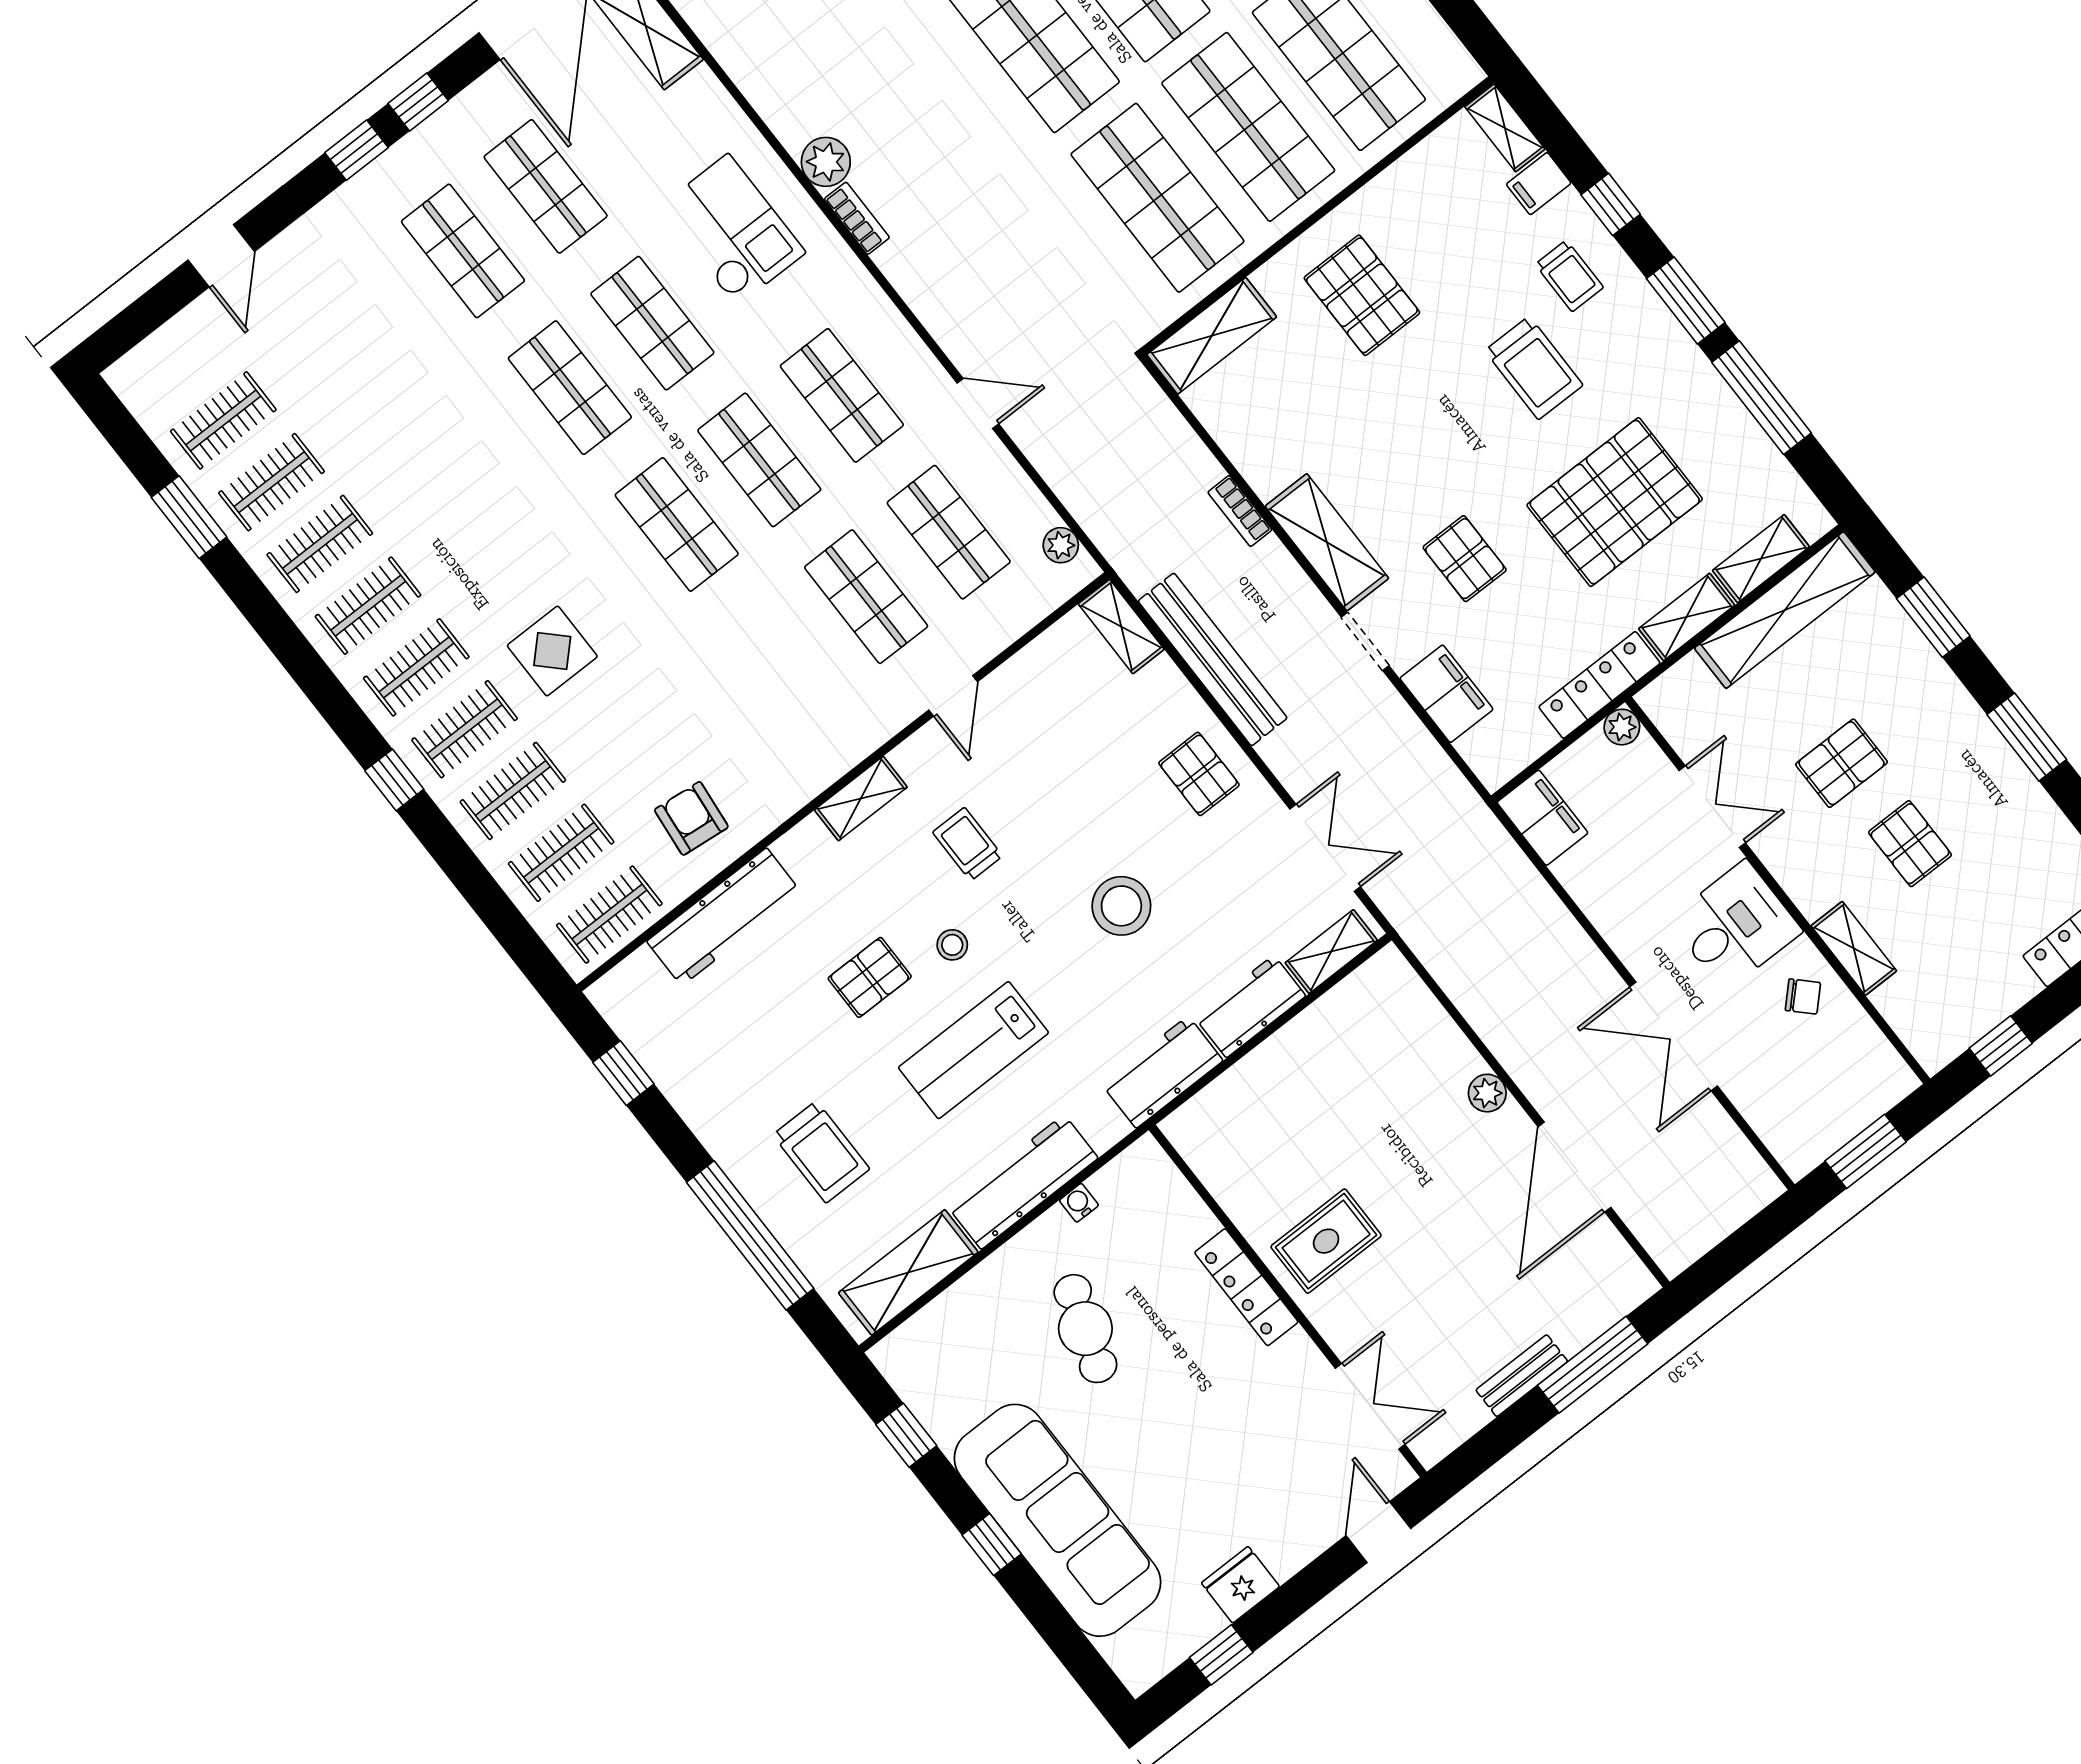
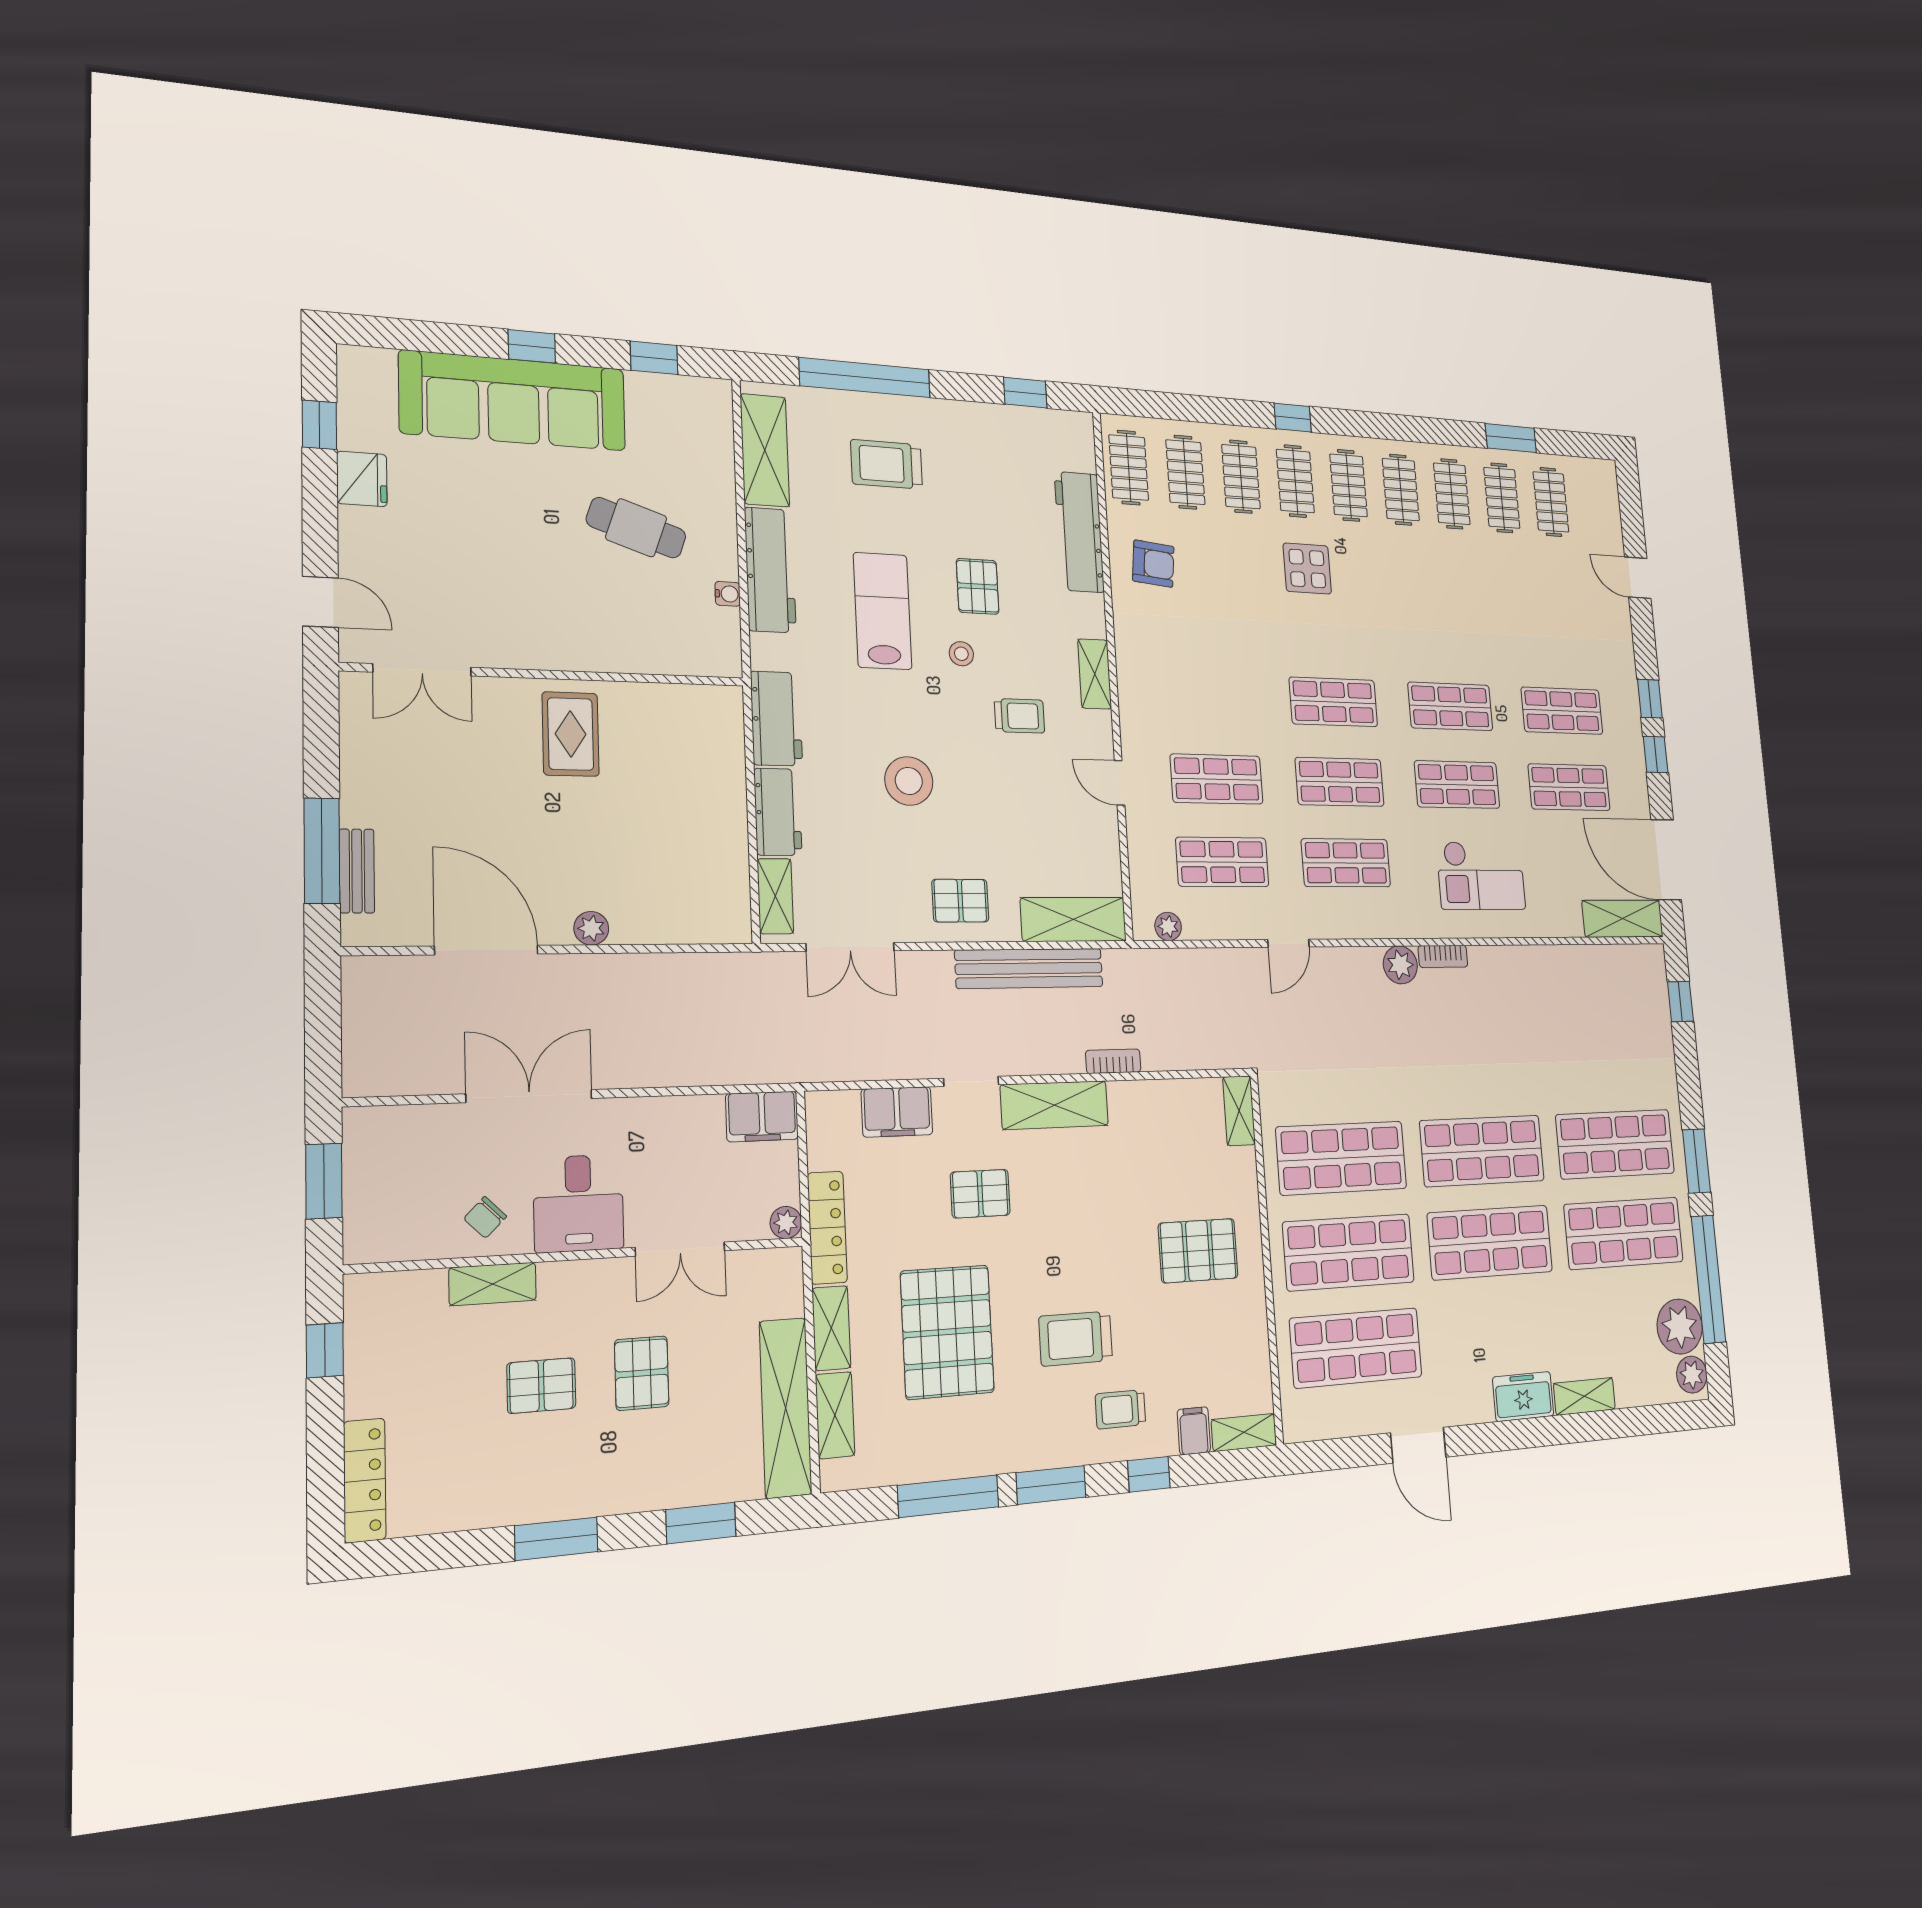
plant: (826, 162) -> (1400, 965), moved
shelving: (1212, 336) -> (1239, 1111), width x0.67, depth x0.75
shelving: (1121, 627) -> (1073, 919), width x1.50, depth x1.33
locker: (1246, 1287) -> (580, 655), removed
bench: (1522, 1376) -> (357, 871), moved

